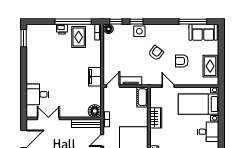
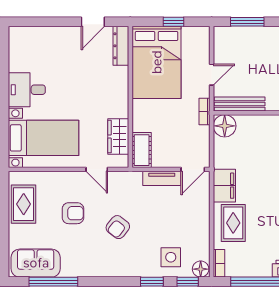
side table: (139, 31) -> (171, 257), moved
rug: (79, 37) -> (233, 223), moved
wardrobe: (156, 118) -> (118, 137), moved

